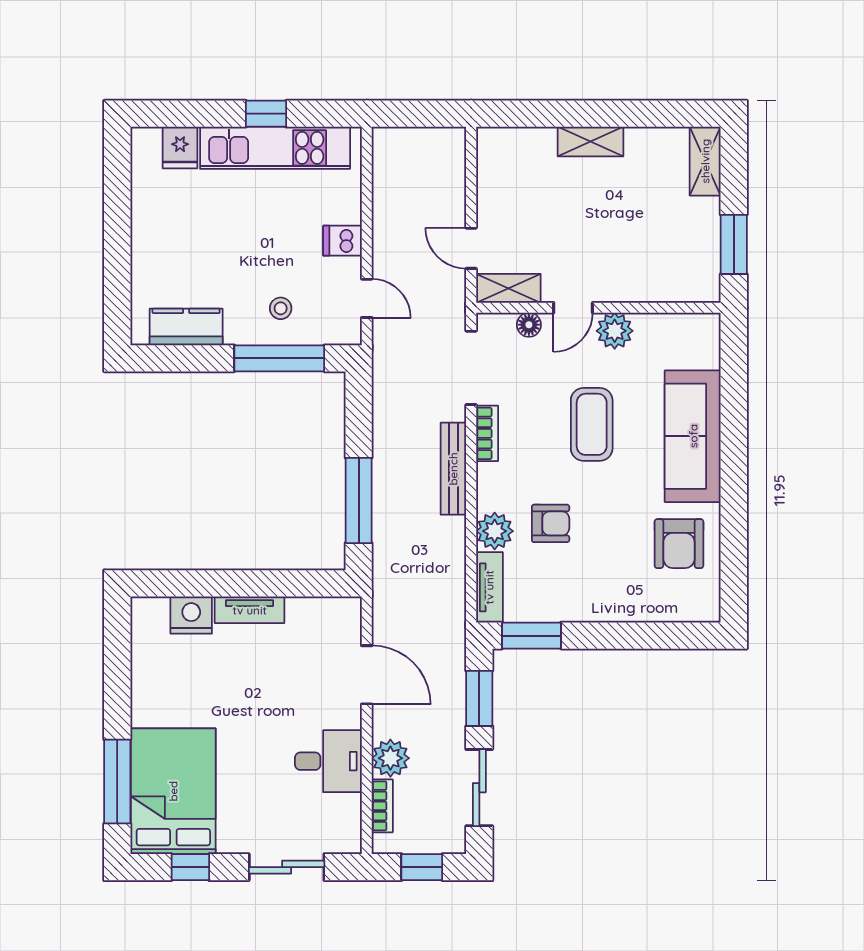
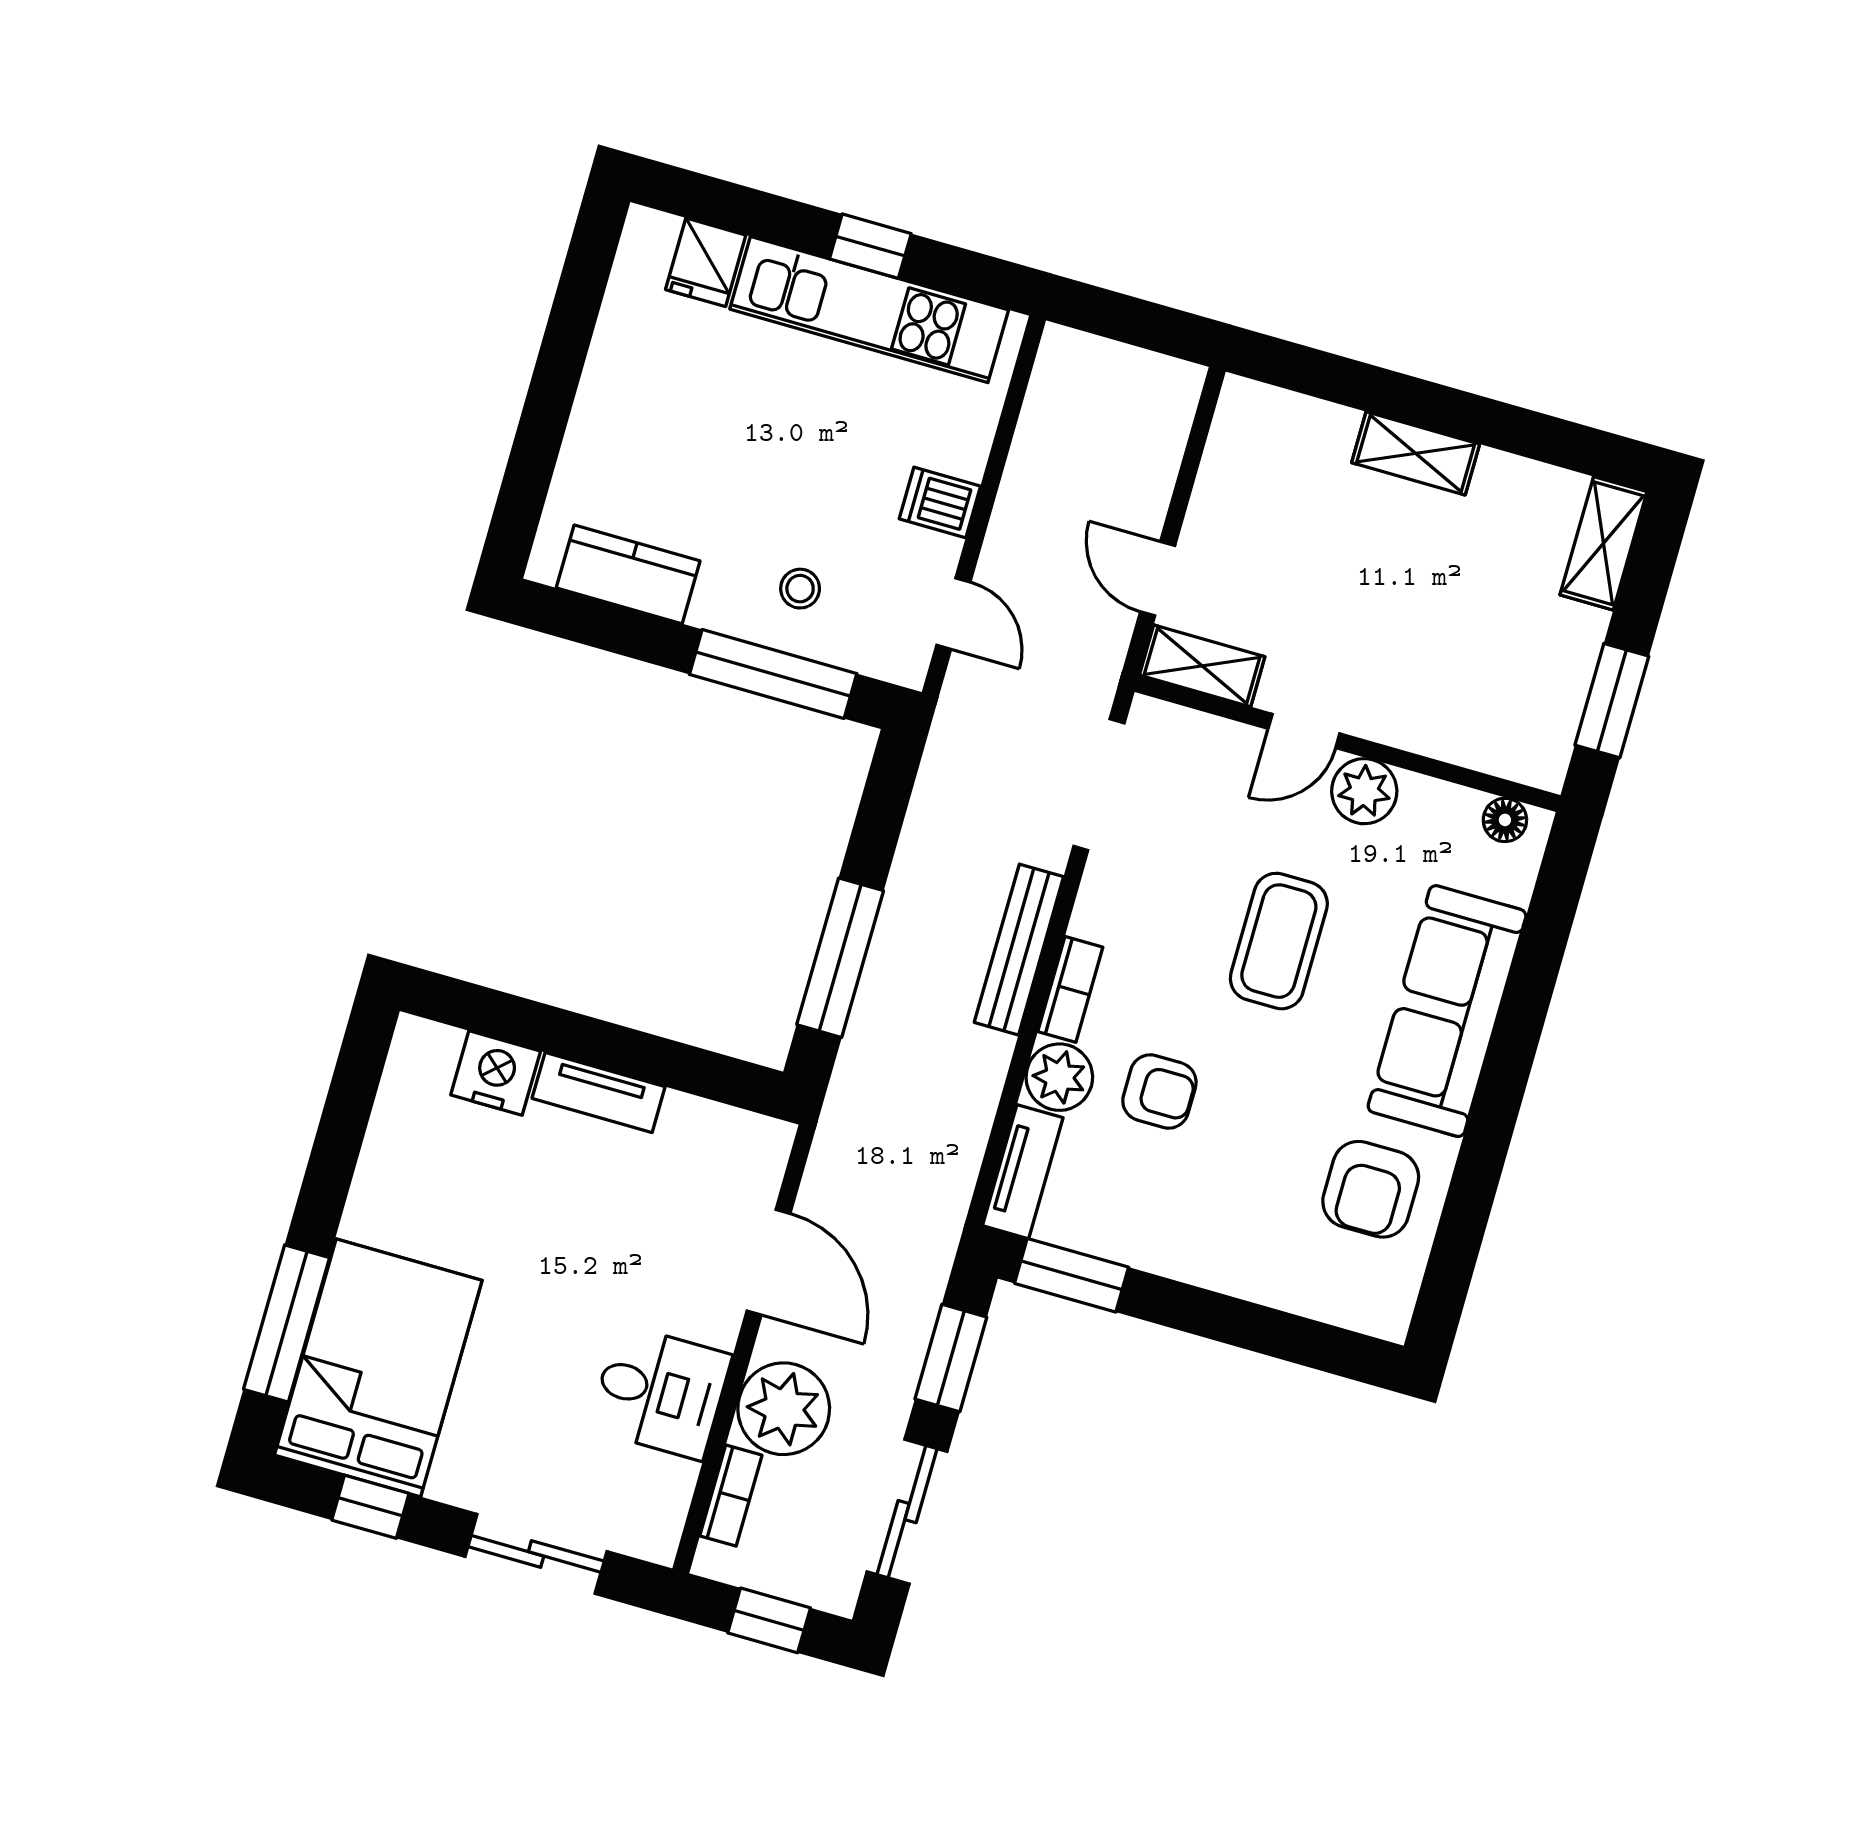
floor lamp: (529, 325) -> (1505, 820), moved
bookcase: (487, 433) -> (1070, 989), moved
plant: (390, 758) -> (784, 1409), width x1.36, depth x1.36

